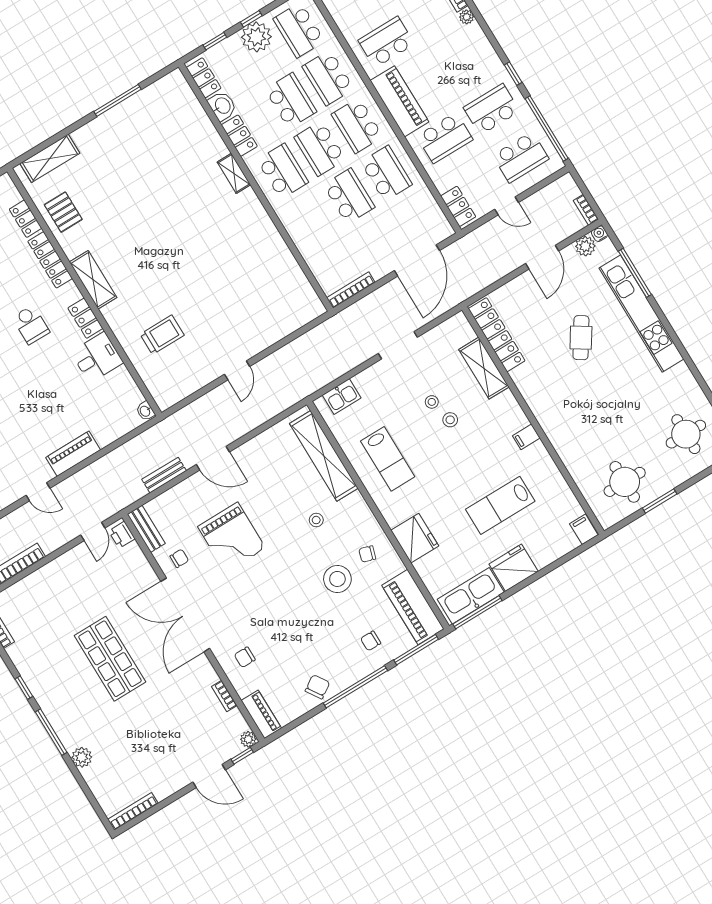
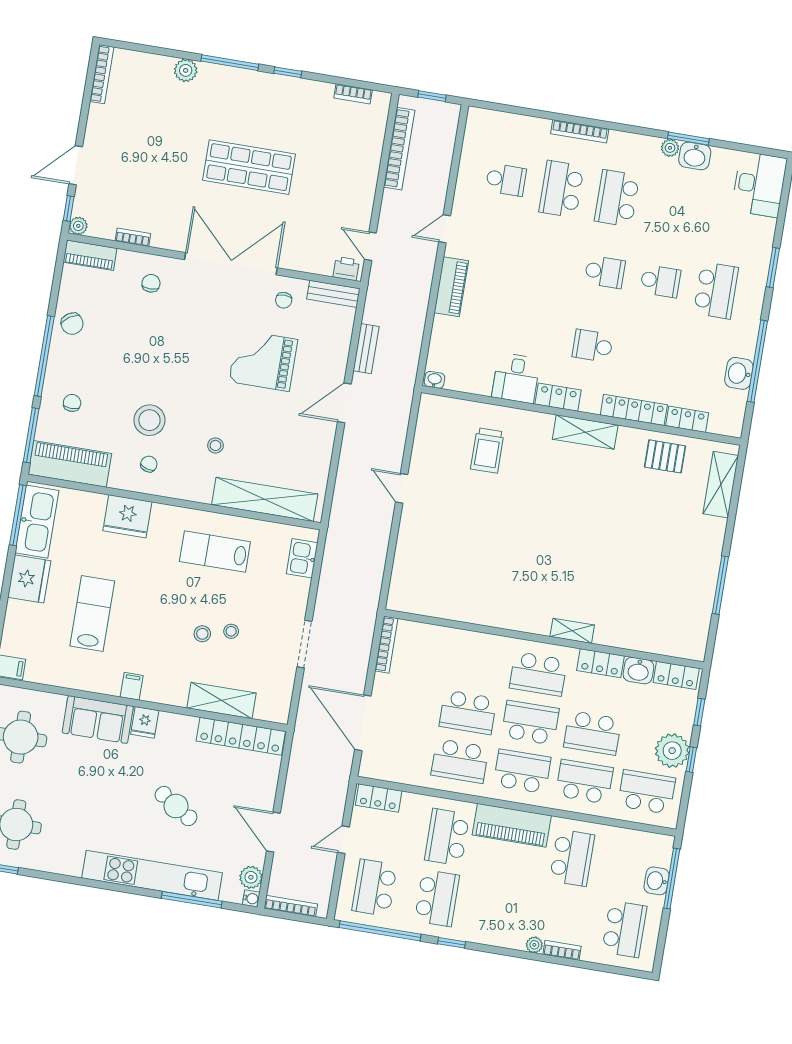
bookcase: (586, 210) -> (291, 906), width x1.56
fridge: (543, 407) -> (145, 722), added
sofa: (568, 440) -> (98, 720), added

